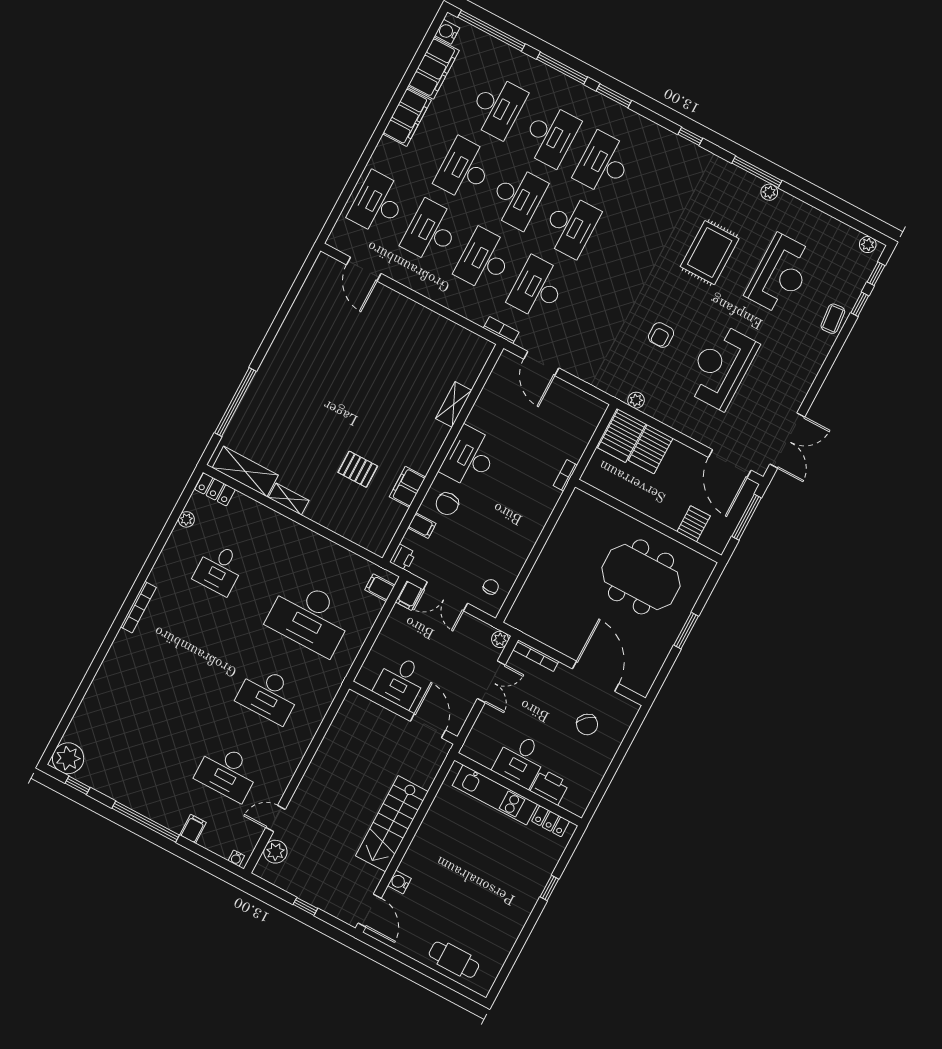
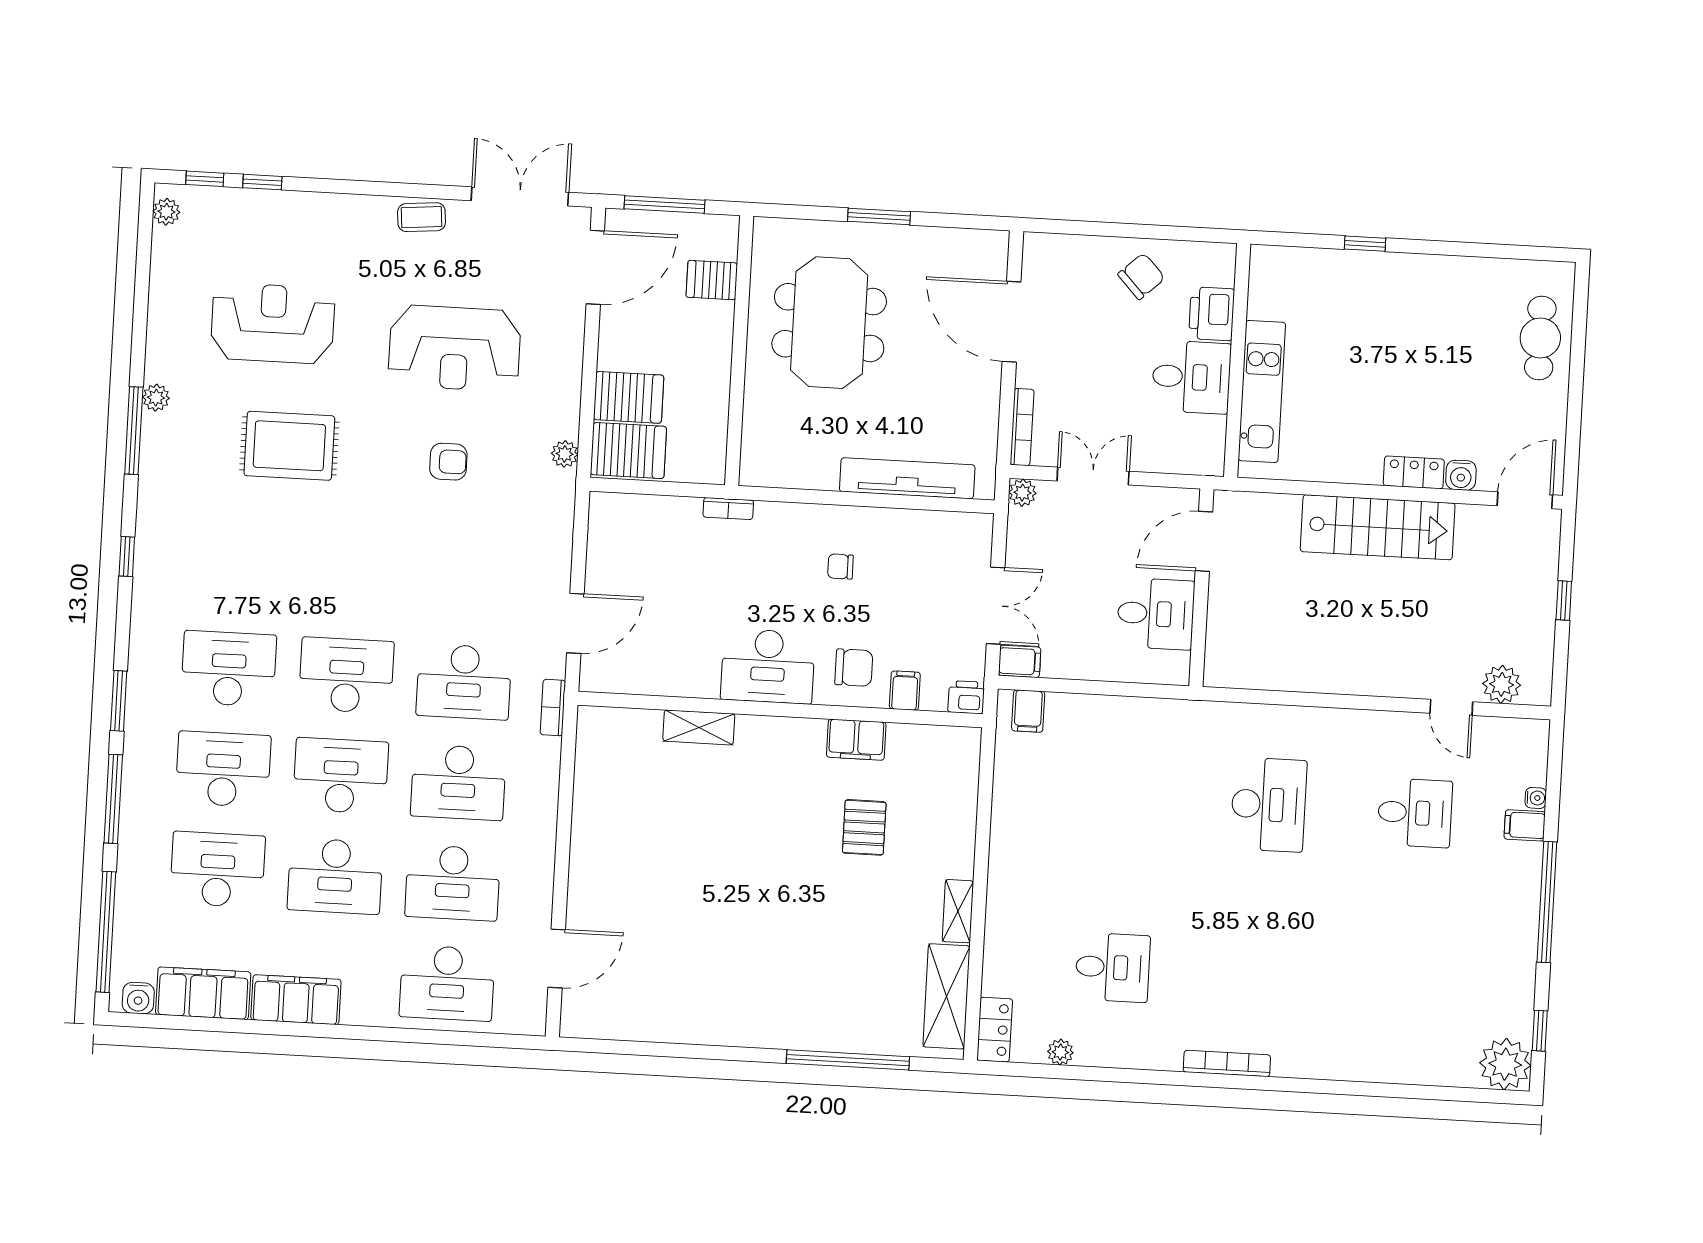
desk: (604, 164) -> (229, 669), turned 180
coffee table: (833, 319) -> (422, 217), moved
tv unit: (537, 580) -> (907, 478), added
chair: (491, 587) -> (840, 566), moved
desk: (310, 617) -> (1122, 796), removed
door: (596, 676) -> (1012, 322), hinge flipped
chair: (587, 724) -> (1141, 276), moved
desk: (227, 772) -> (1415, 813), width x0.73
locker: (551, 821) -> (1414, 472), moved, turned -90
water cooler: (236, 858) -> (1536, 798), moved

